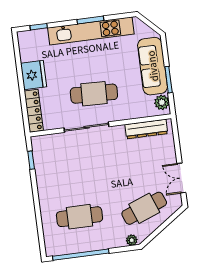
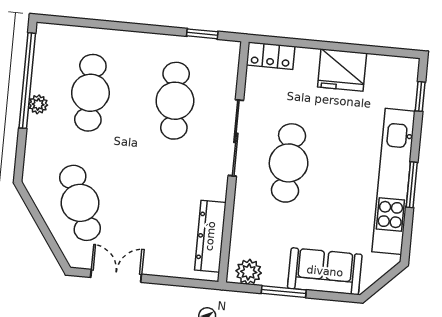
sofa: (152, 66) -> (325, 271), width x0.73
locker: (34, 111) -> (271, 56), width x0.66
cafe table: (73, 167) -> (175, 101), added
plant: (132, 240) -> (38, 104), moved

